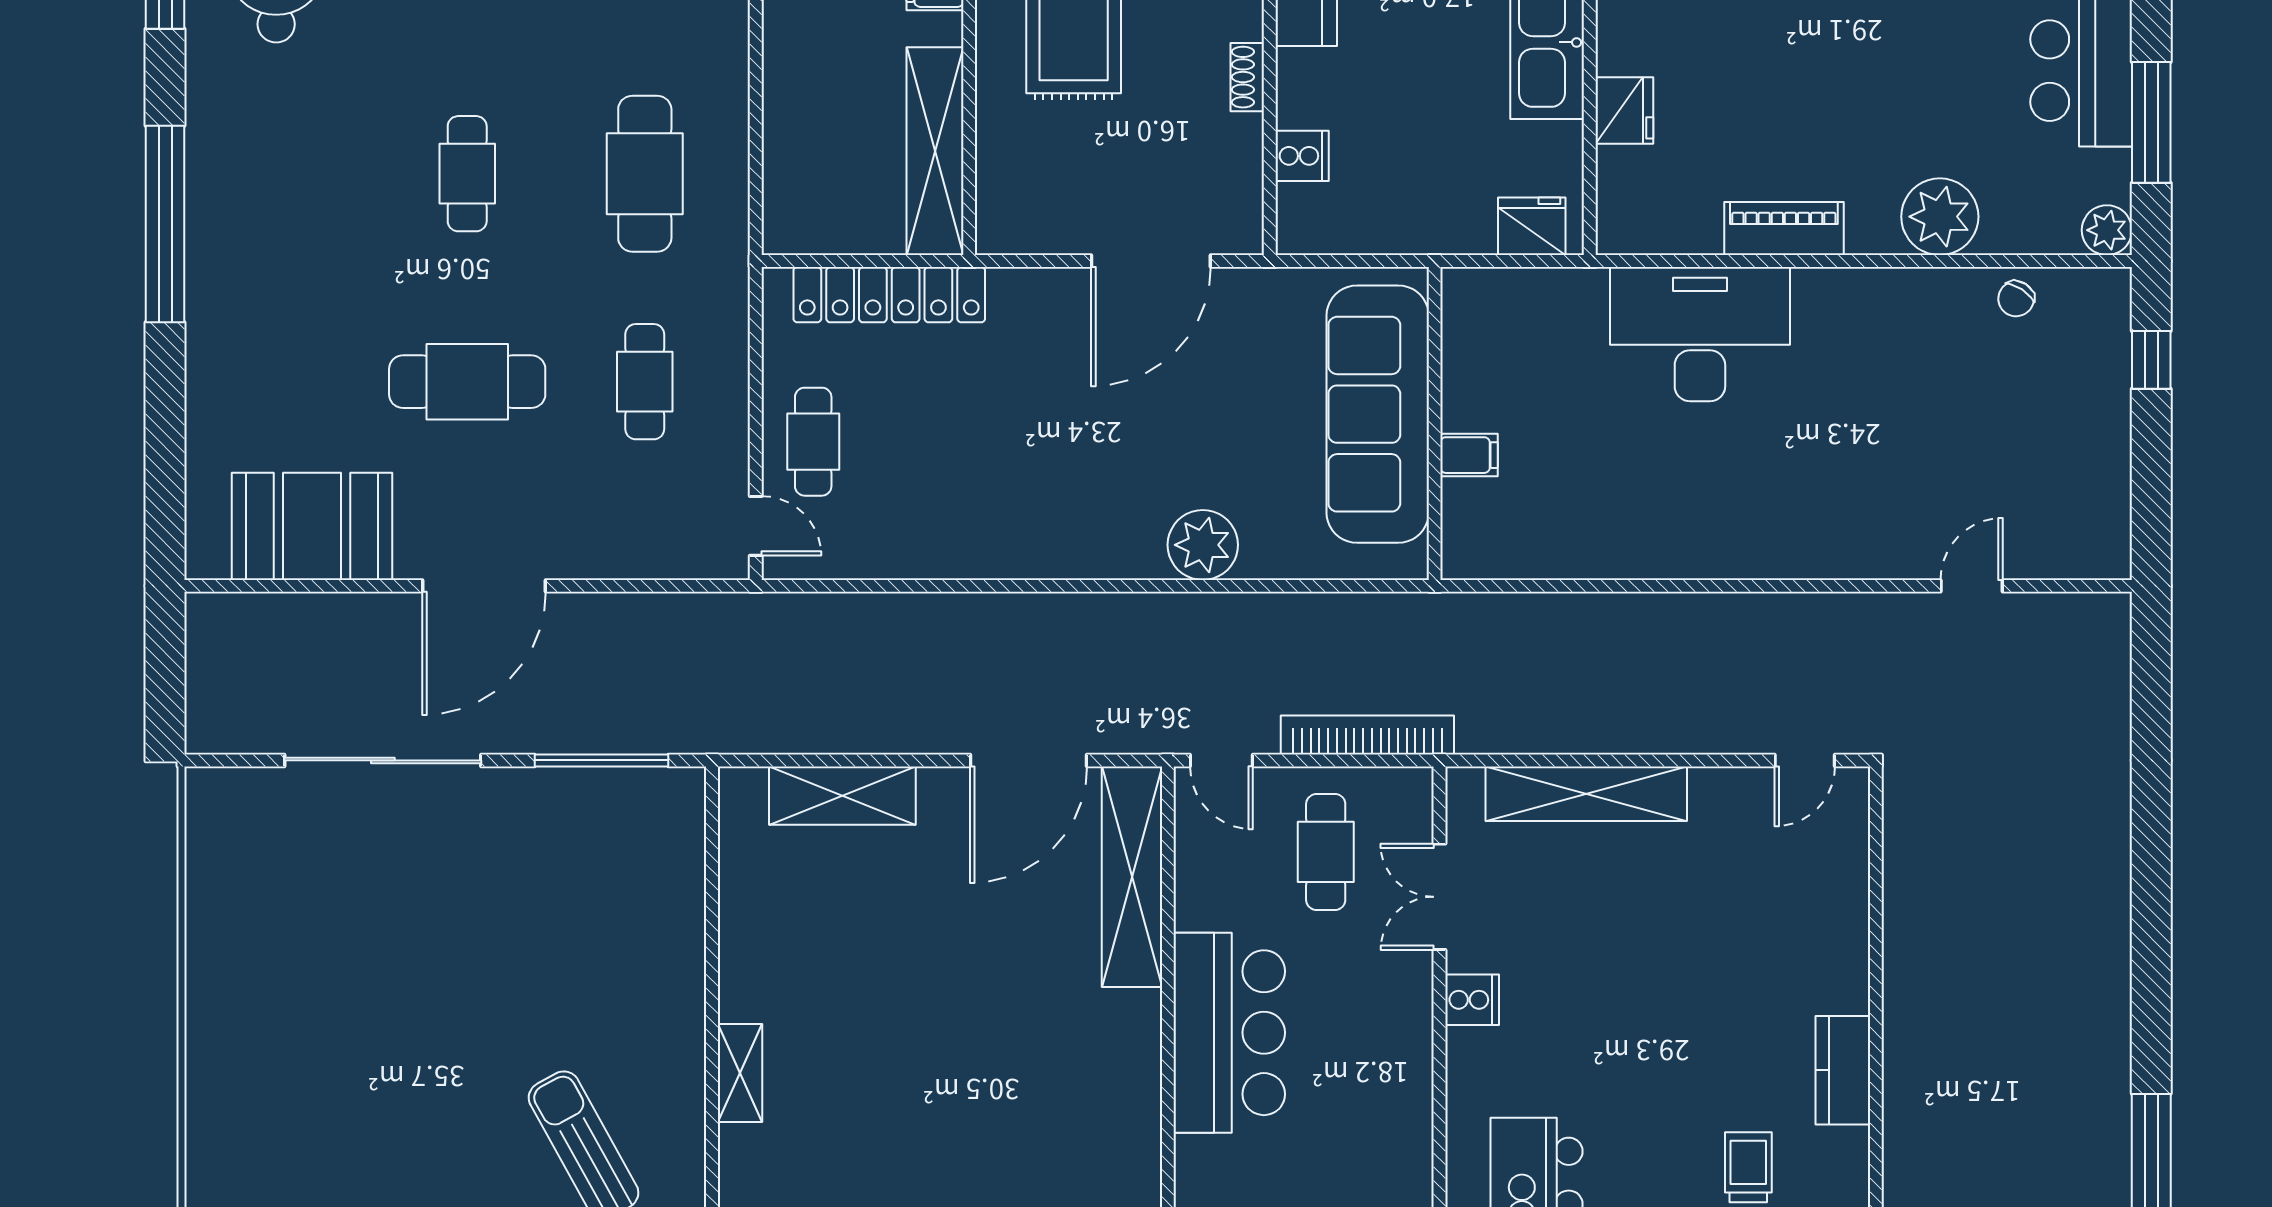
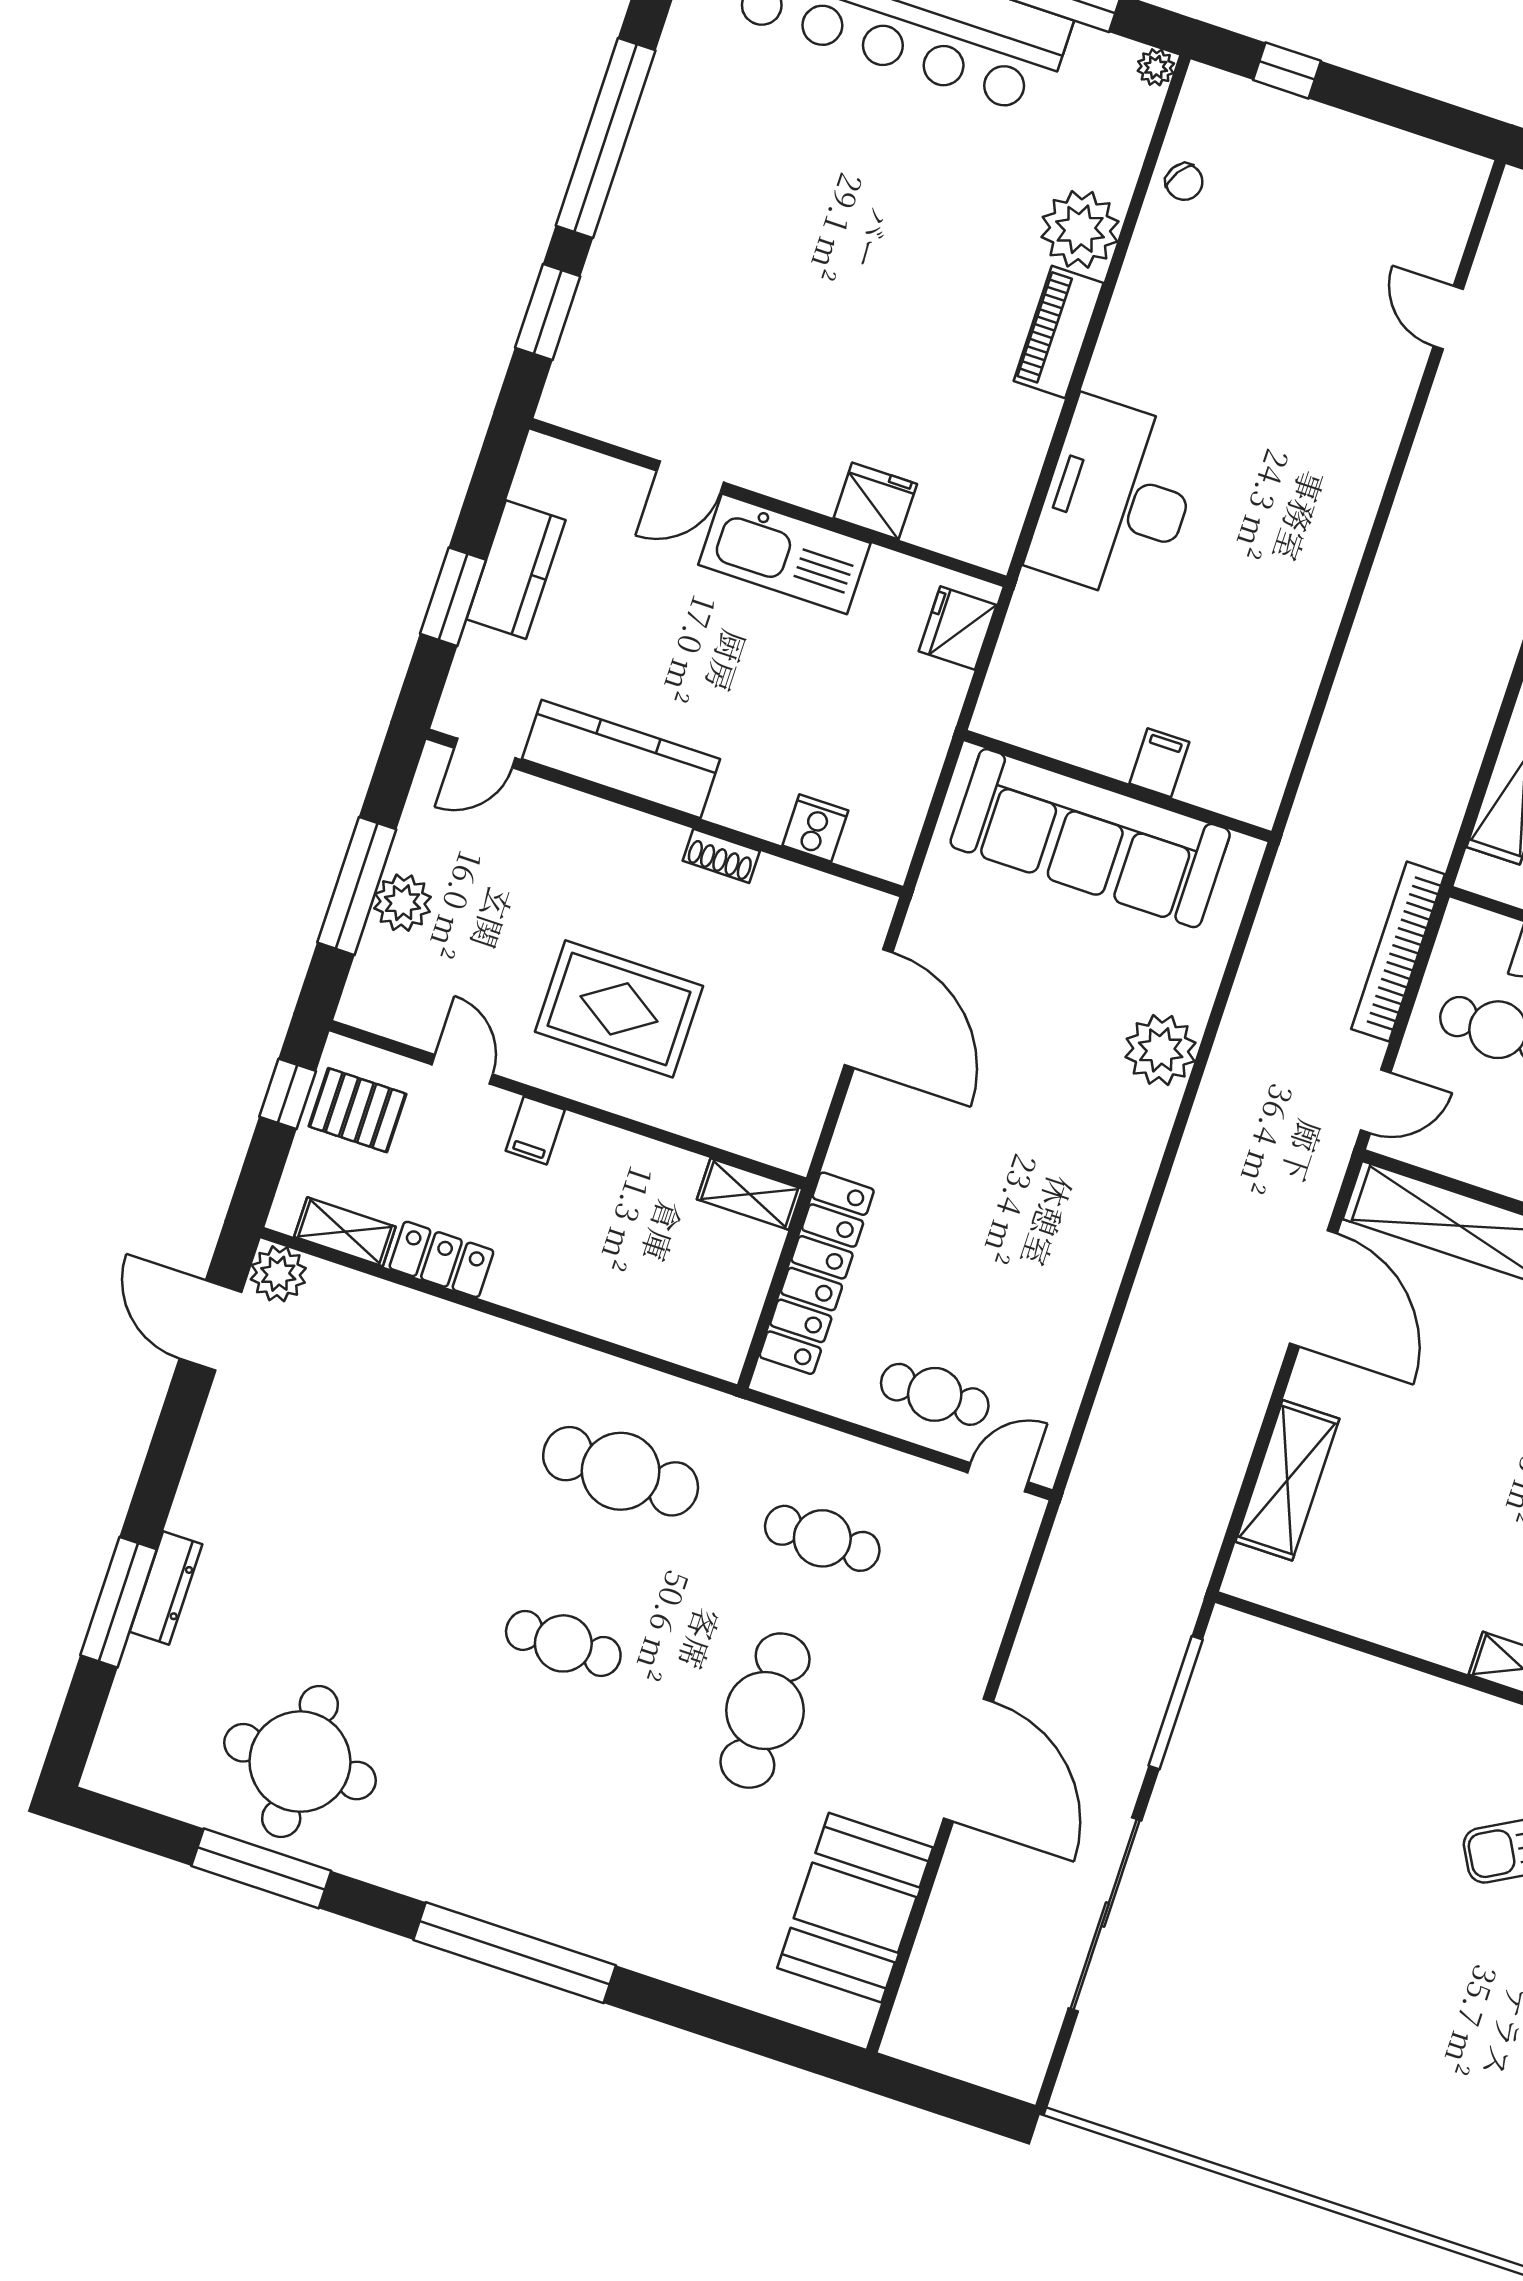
shelving: (935, 151) -> (750, 1194), width x0.45, depth x0.75
piano: (1784, 229) -> (1059, 332), moved
plant: (2107, 230) -> (1156, 67), width x0.73, depth x0.73

